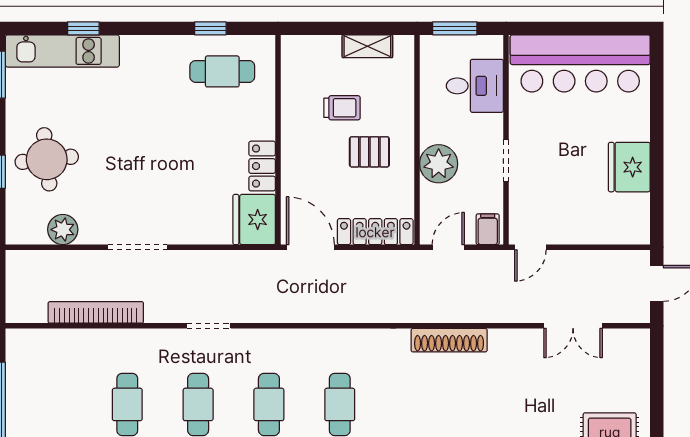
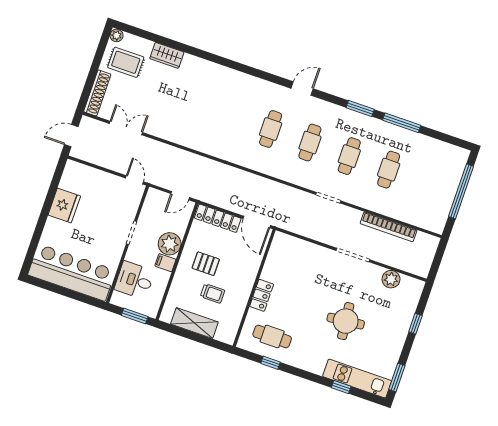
shelving: (367, 46) -> (194, 323), width x1.50, depth x1.33
trolley: (342, 108) -> (213, 293), turned 180
round table: (47, 159) -> (346, 321), moved
locker: (262, 166) -> (262, 295), moved
fridge: (254, 220) -> (283, 248), removed
filing cabinet: (488, 229) -> (165, 263), moved, turned 90
door: (530, 247) -> (135, 180), hinge flipped
shoe rack: (449, 340) -> (97, 93), moved, turned 90

